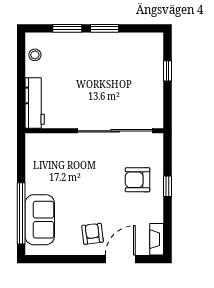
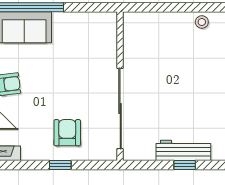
workbench: (35, 103) -> (183, 150), moved, turned 180

